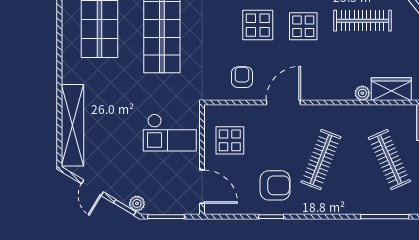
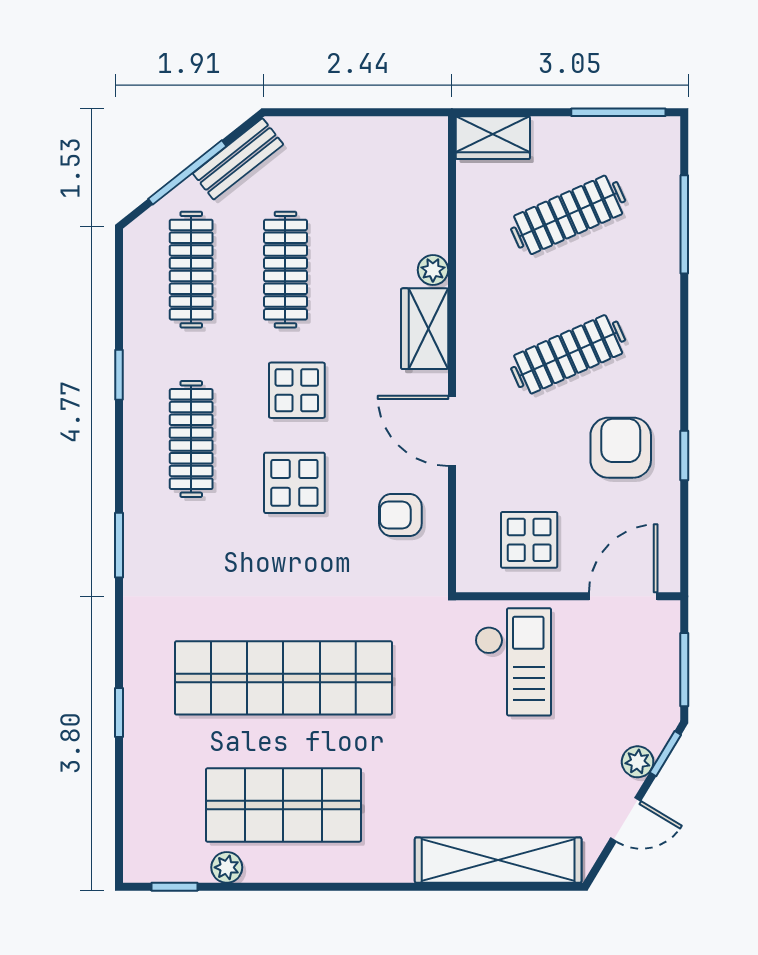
wardrobe: (391, 89) -> (425, 329), moved
clothes rail: (321, 160) -> (568, 354), turned -45
plant: (137, 203) -> (638, 762), moved

